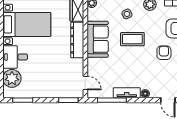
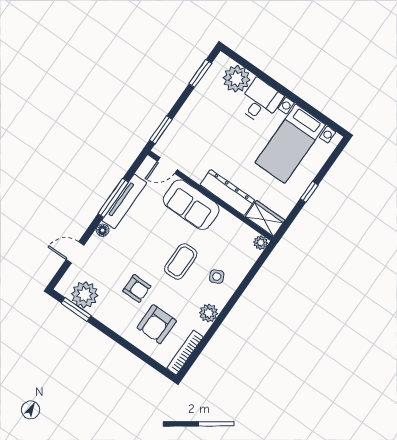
sofa: (98, 39) -> (191, 205), moved
tv unit: (127, 93) -> (124, 201), width x1.41
window: (112, 100) -> (113, 198), moved

